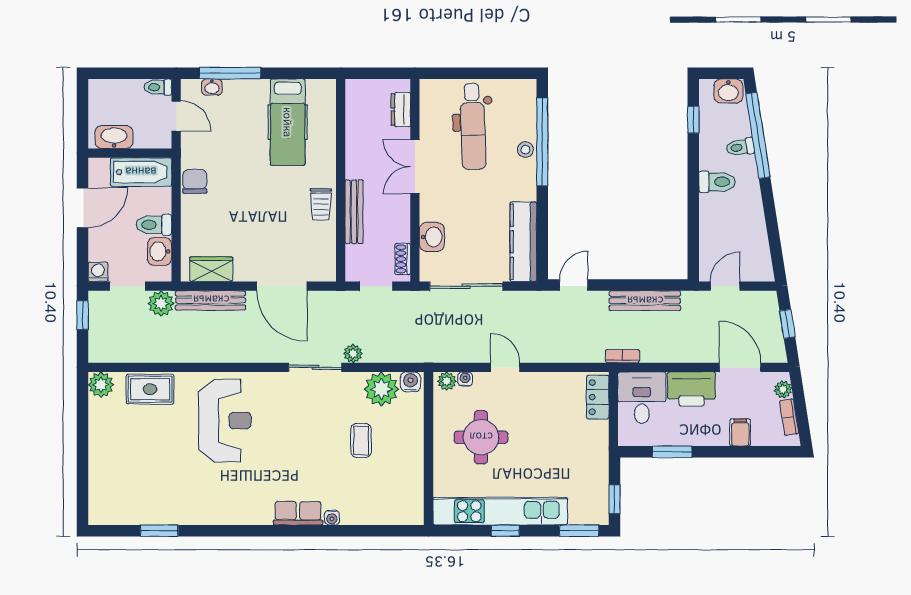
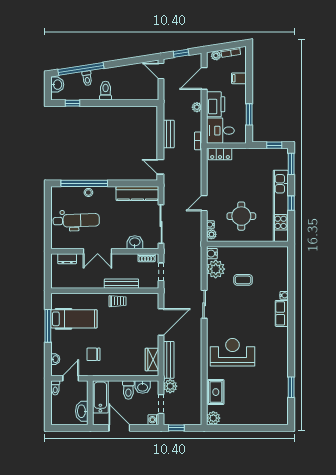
window: (230, 73) -> (48, 326), moved
chair: (195, 181) -> (93, 354), moved
door: (725, 286) -> (161, 71), moved
bench: (645, 301) -> (169, 134), width x0.73
plant: (353, 354) -> (197, 107), moved

